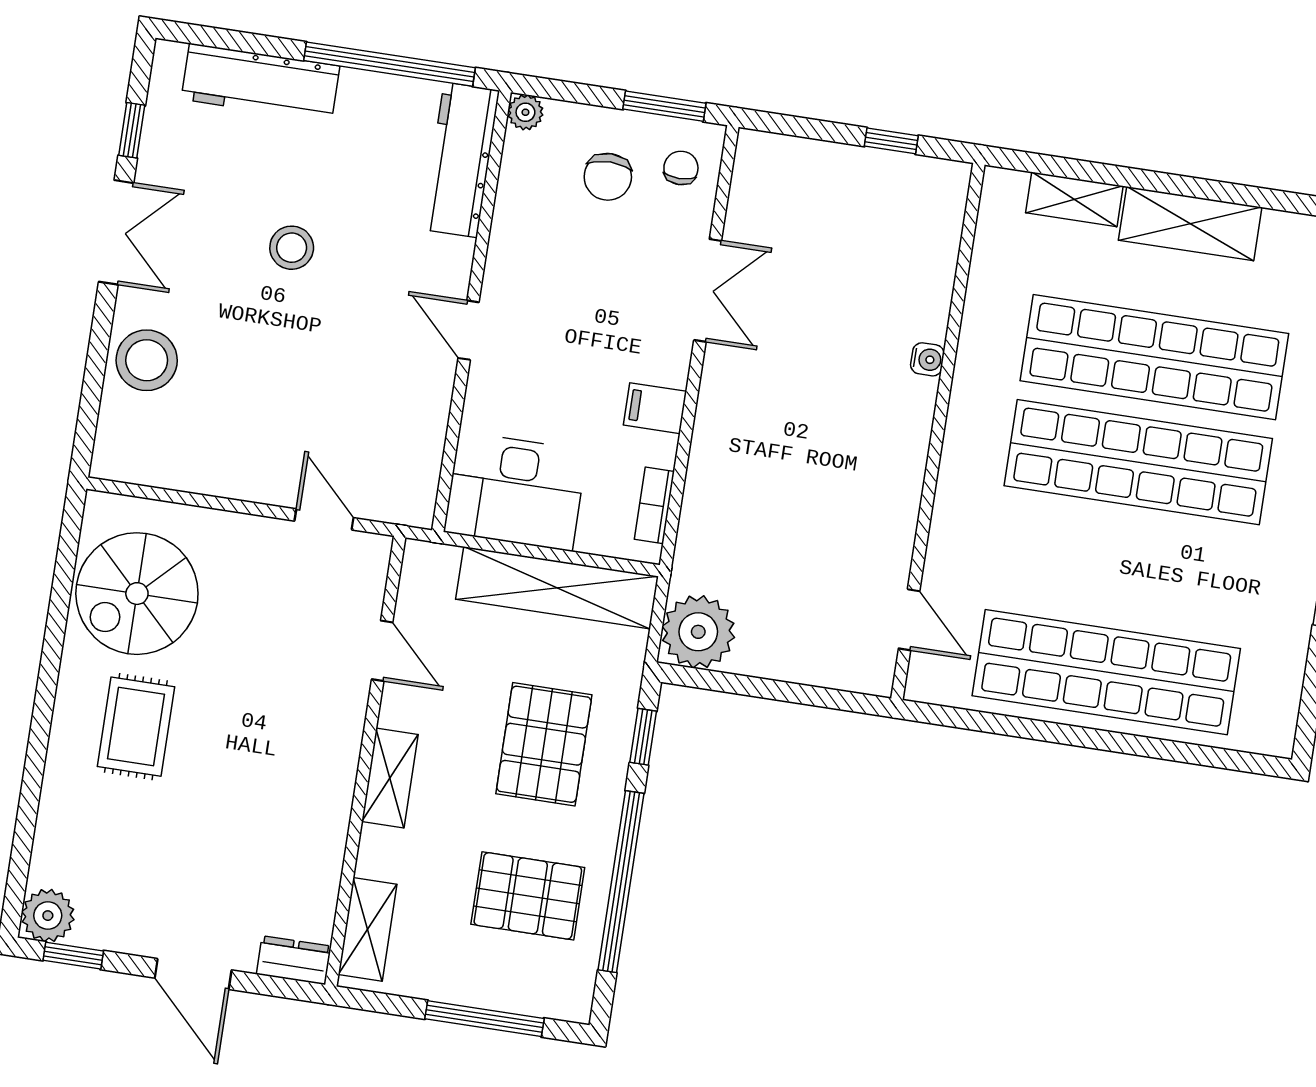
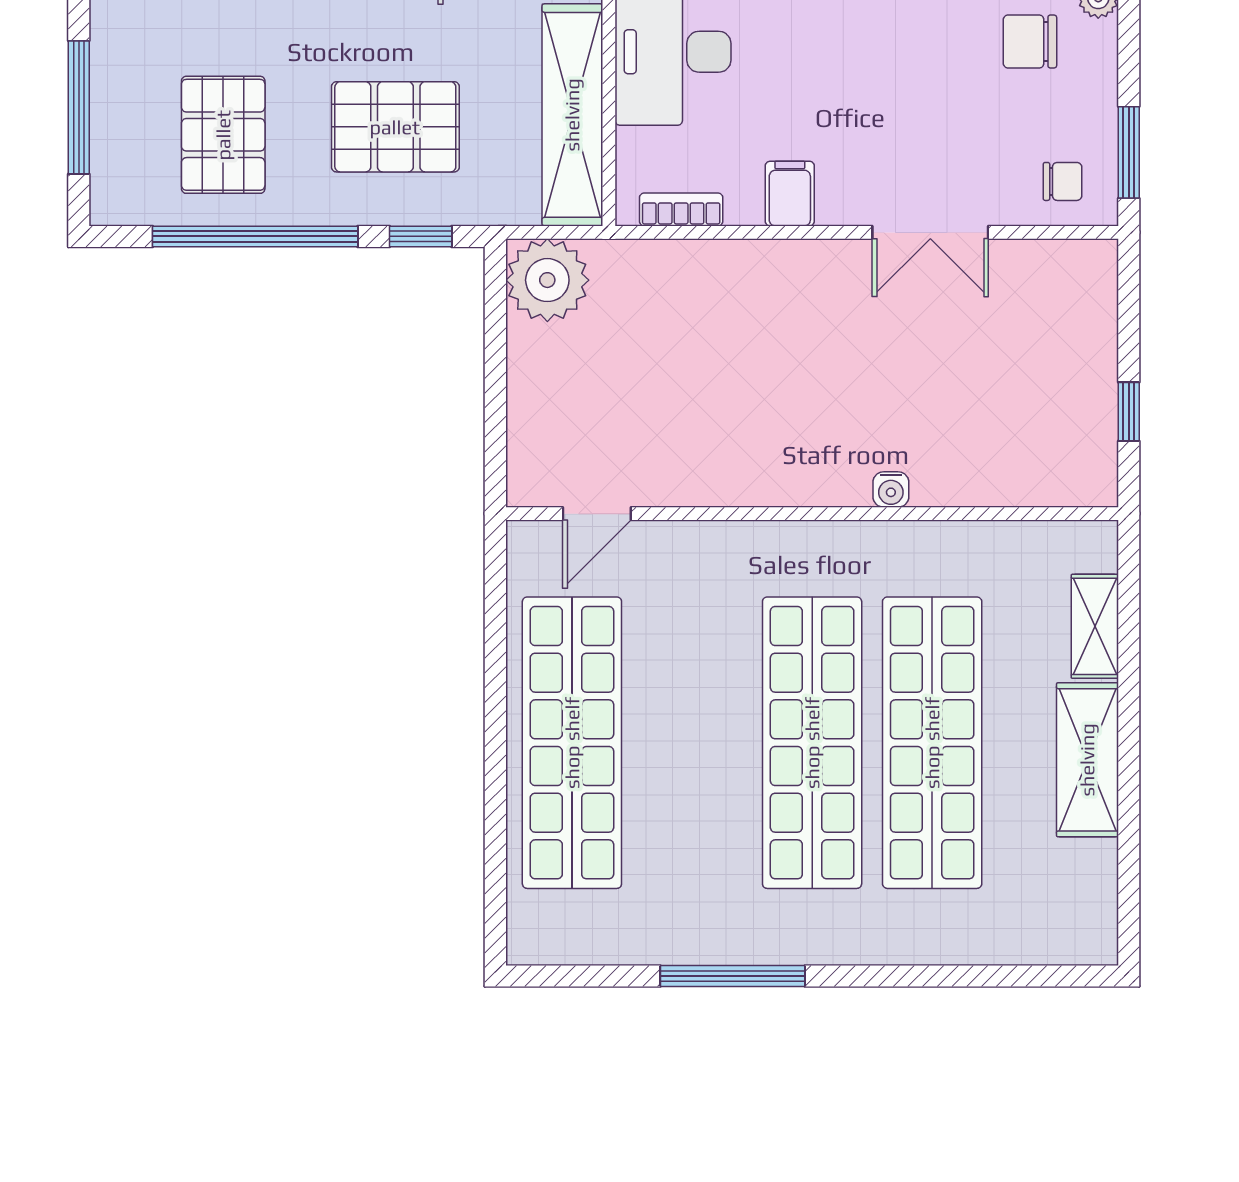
chair: (608, 177) -> (1030, 42), moved

